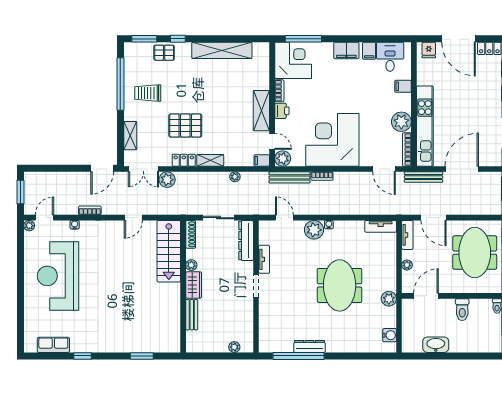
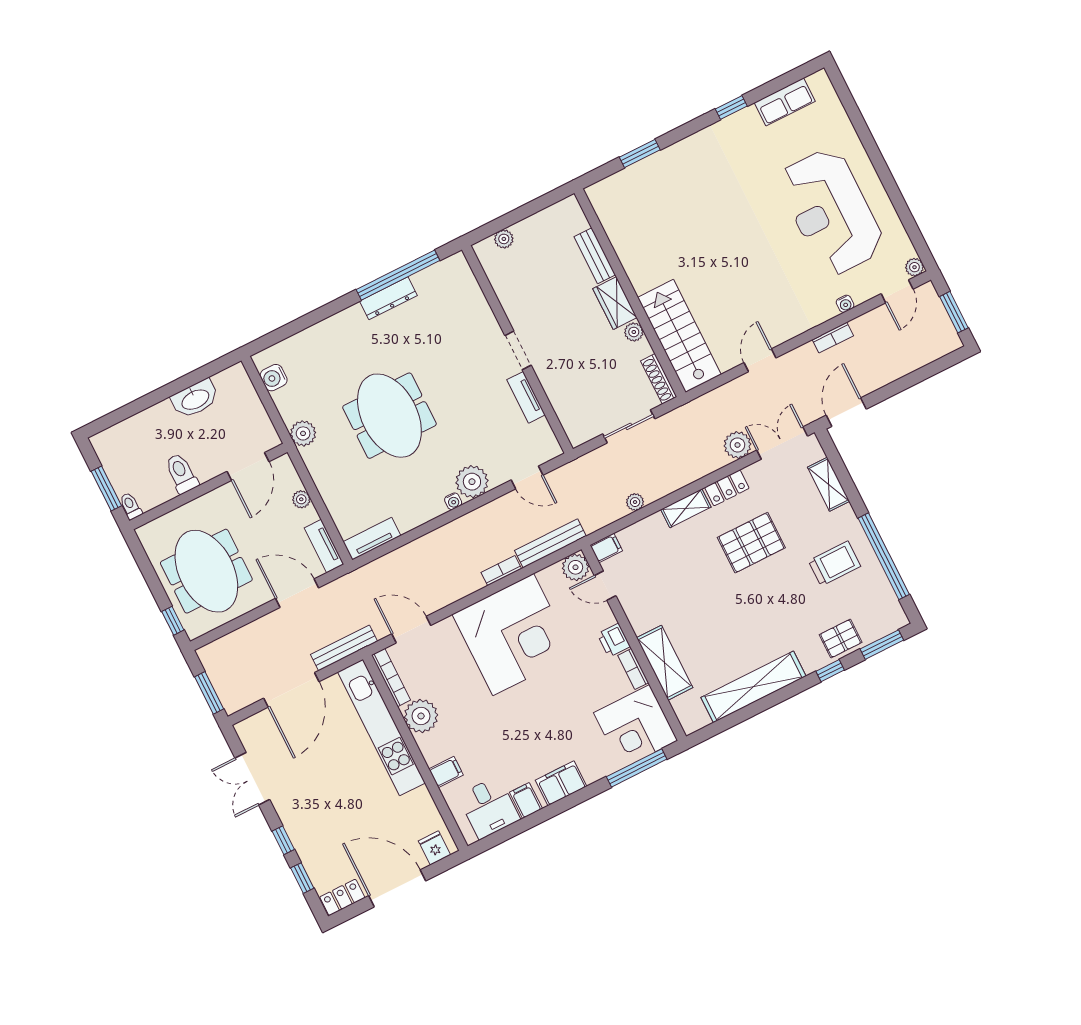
shelving: (261, 111) -> (665, 663), moved
dresser: (246, 240) -> (568, 412), removed
reception desk: (58, 276) -> (831, 212), turned 180

